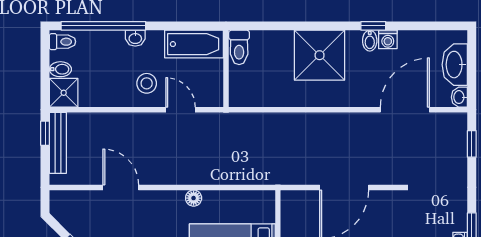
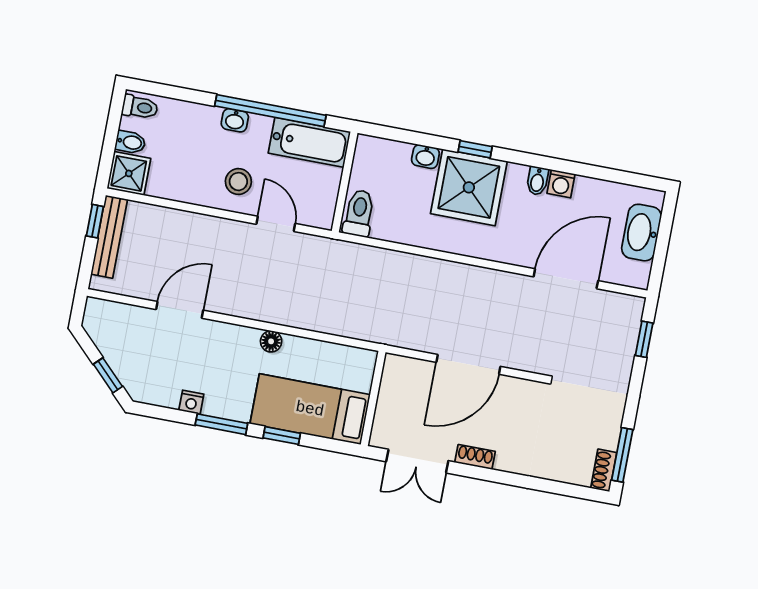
window: (103, 26) -> (270, 111), moved
window: (373, 26) -> (475, 149), moved
toilet: (239, 47) -> (359, 213), moved, turned 180
washbasin: (459, 97) -> (425, 157), moved, turned -90
door: (121, 187) -> (180, 310), hinge flipped

